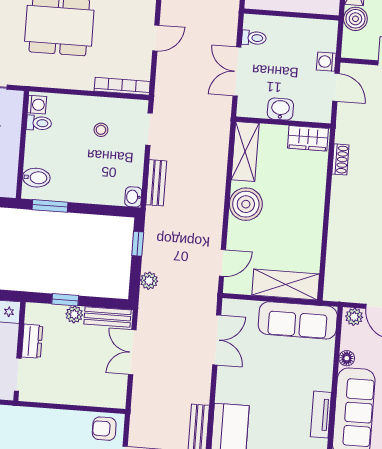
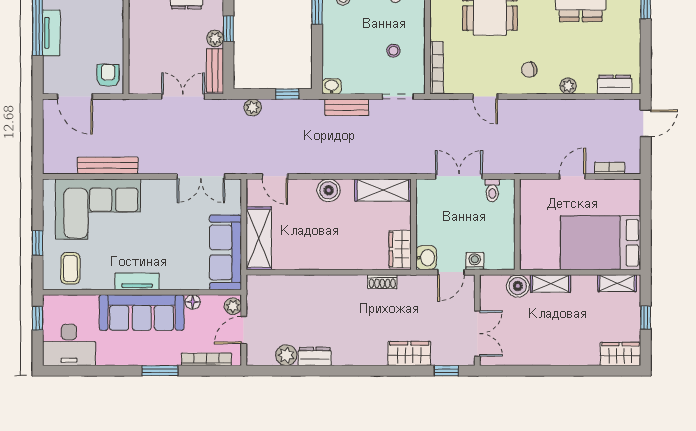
washbasin: (280, 109) -> (426, 258), moved
boiler: (246, 204) -> (329, 190), width x0.73, depth x0.73

